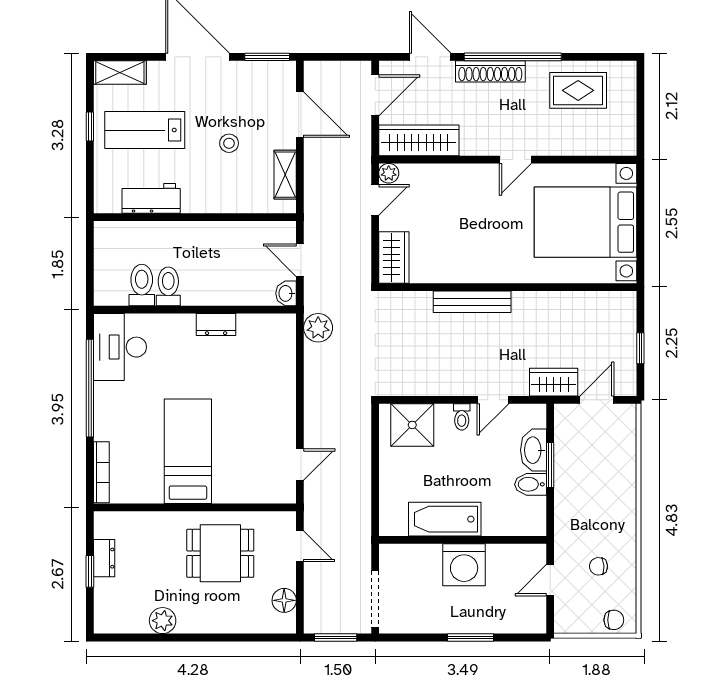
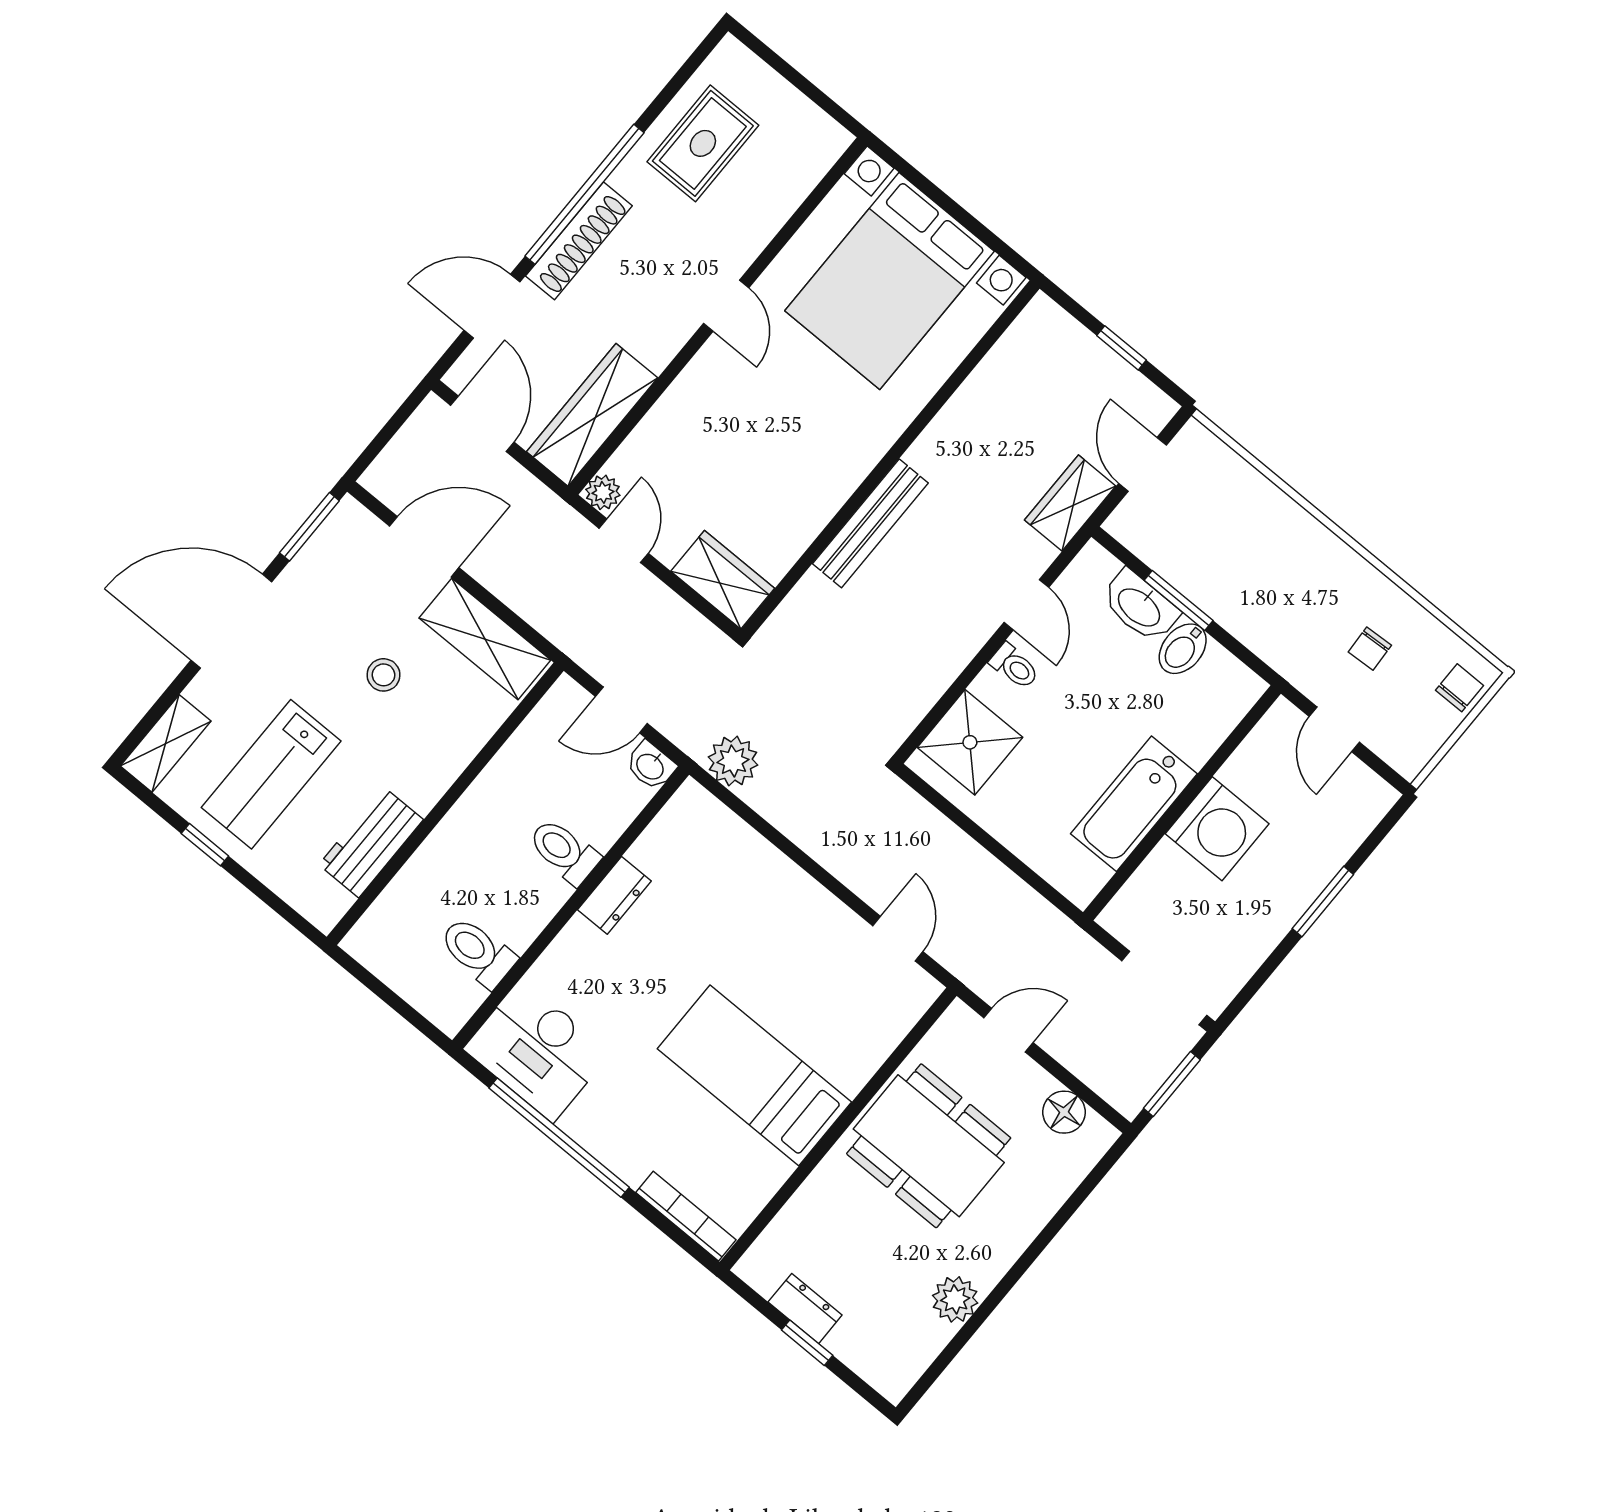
shelving: (285, 175) -> (485, 639), width x1.50, depth x1.33
toilet: (168, 286) -> (564, 851), moved
dining table: (220, 553) -> (929, 1146), width x1.38

